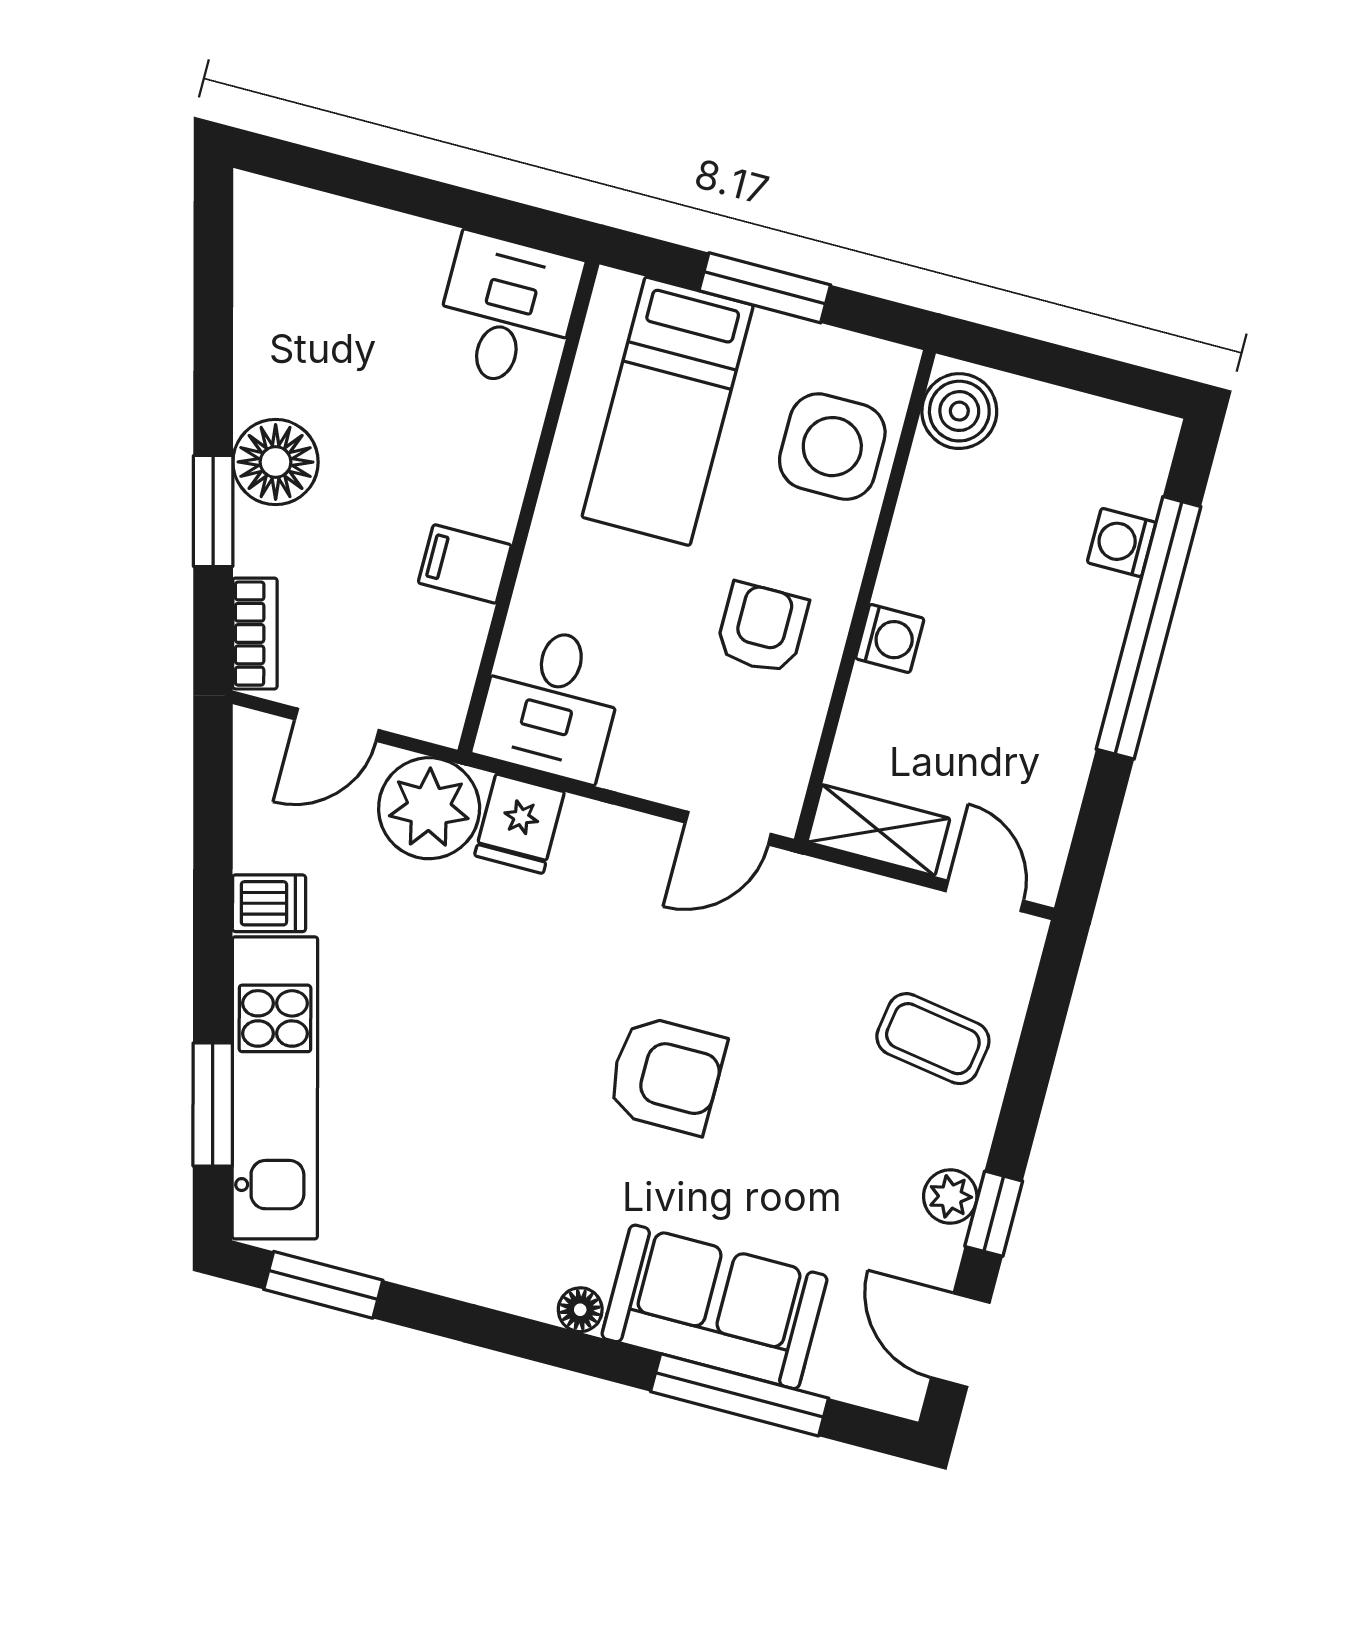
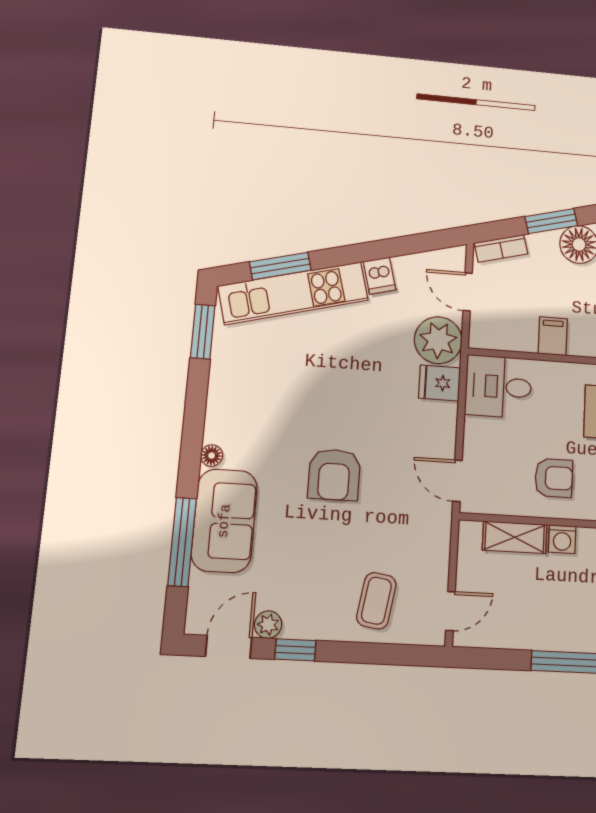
shelving: (878, 830) -> (515, 537), moved, turned 90
plant: (950, 1196) -> (268, 625), moved

